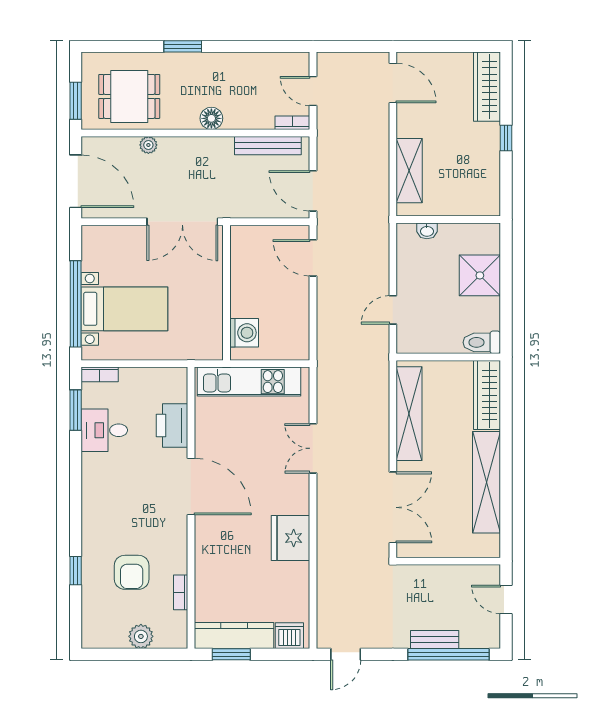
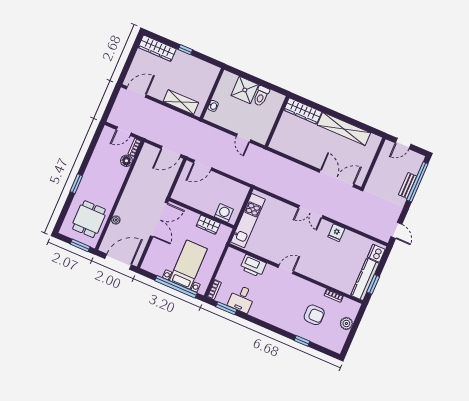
floor lamp: (211, 118) -> (126, 161), moved
bench: (268, 146) -> (140, 164), removed
wardrobe: (211, 314) -> (208, 225), added
toilet: (482, 342) -> (261, 96), moved
shelving: (409, 414) -> (296, 152), removed
double door: (313, 448) -> (311, 212), moved
door: (191, 486) -> (286, 269), width x0.53
fridge: (291, 538) -> (336, 233), width x0.53, depth x0.75

